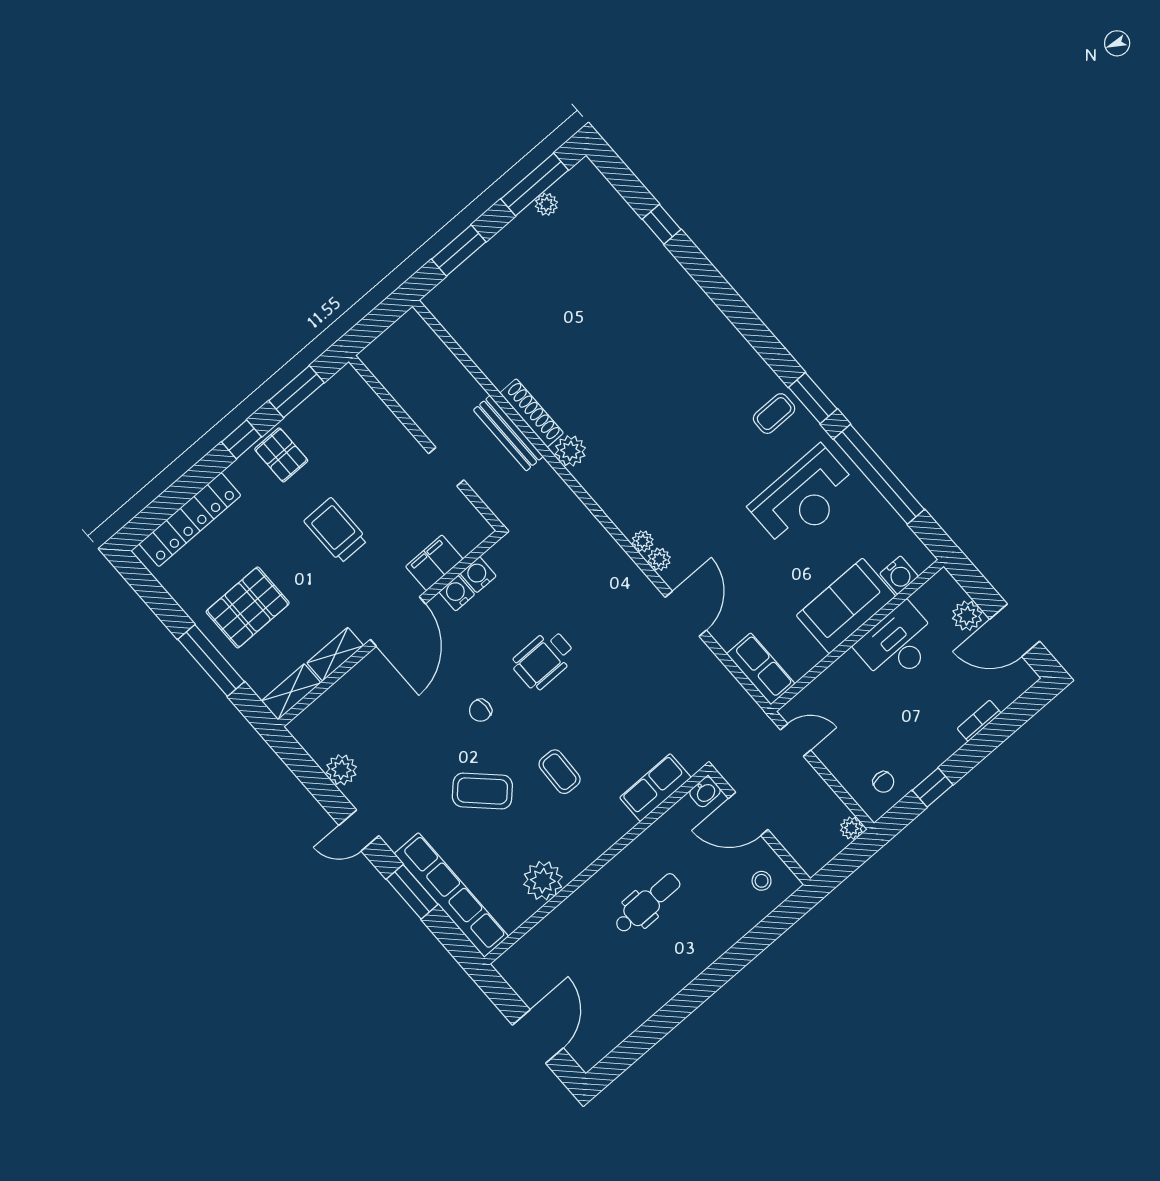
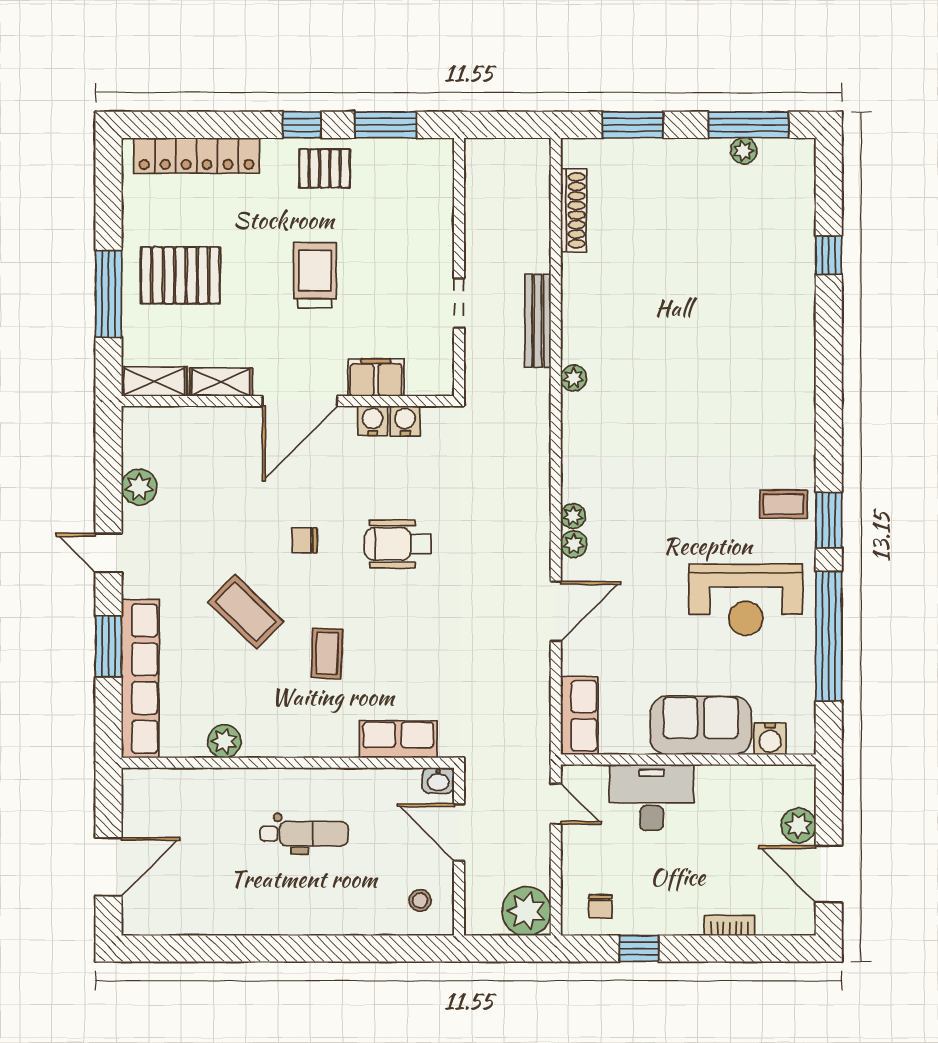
shoe rack: (532, 413) -> (574, 210), moved
plant: (570, 451) -> (574, 378), width x0.73, depth x0.73
pallet: (281, 455) -> (325, 168), turned 90
desk: (898, 644) -> (652, 798), moved
plant: (851, 828) -> (526, 911), width x1.87, depth x1.87
plant: (543, 881) -> (224, 741), width x0.73, depth x0.73

